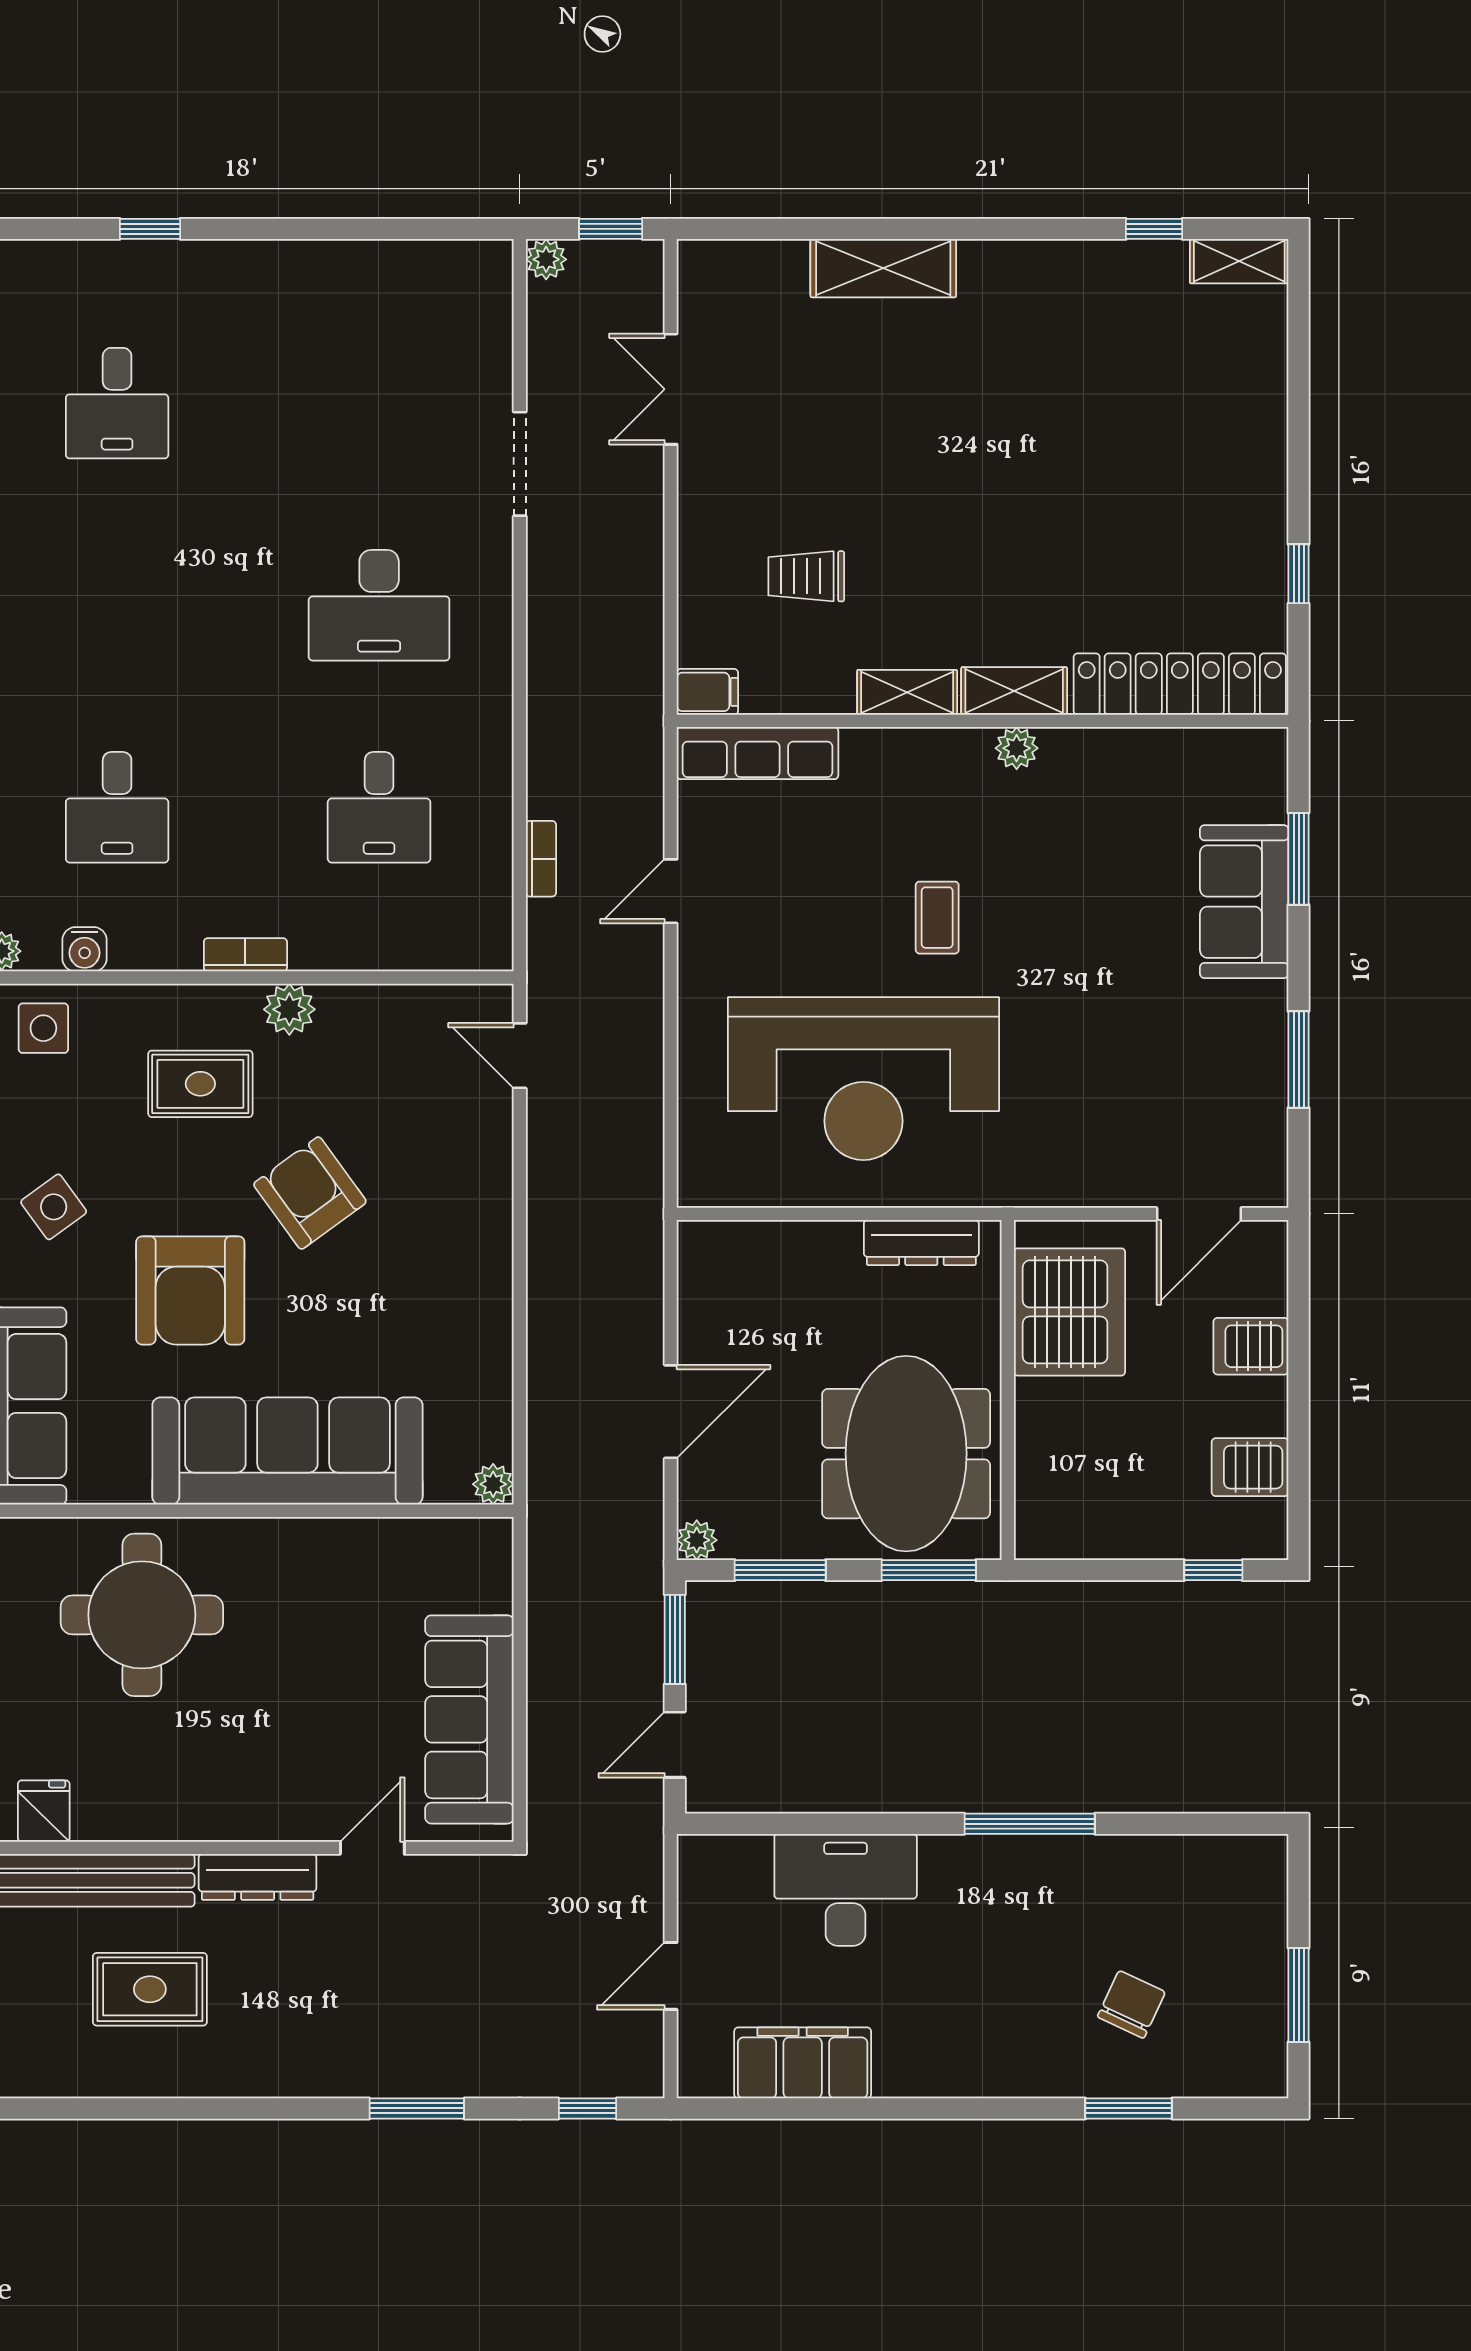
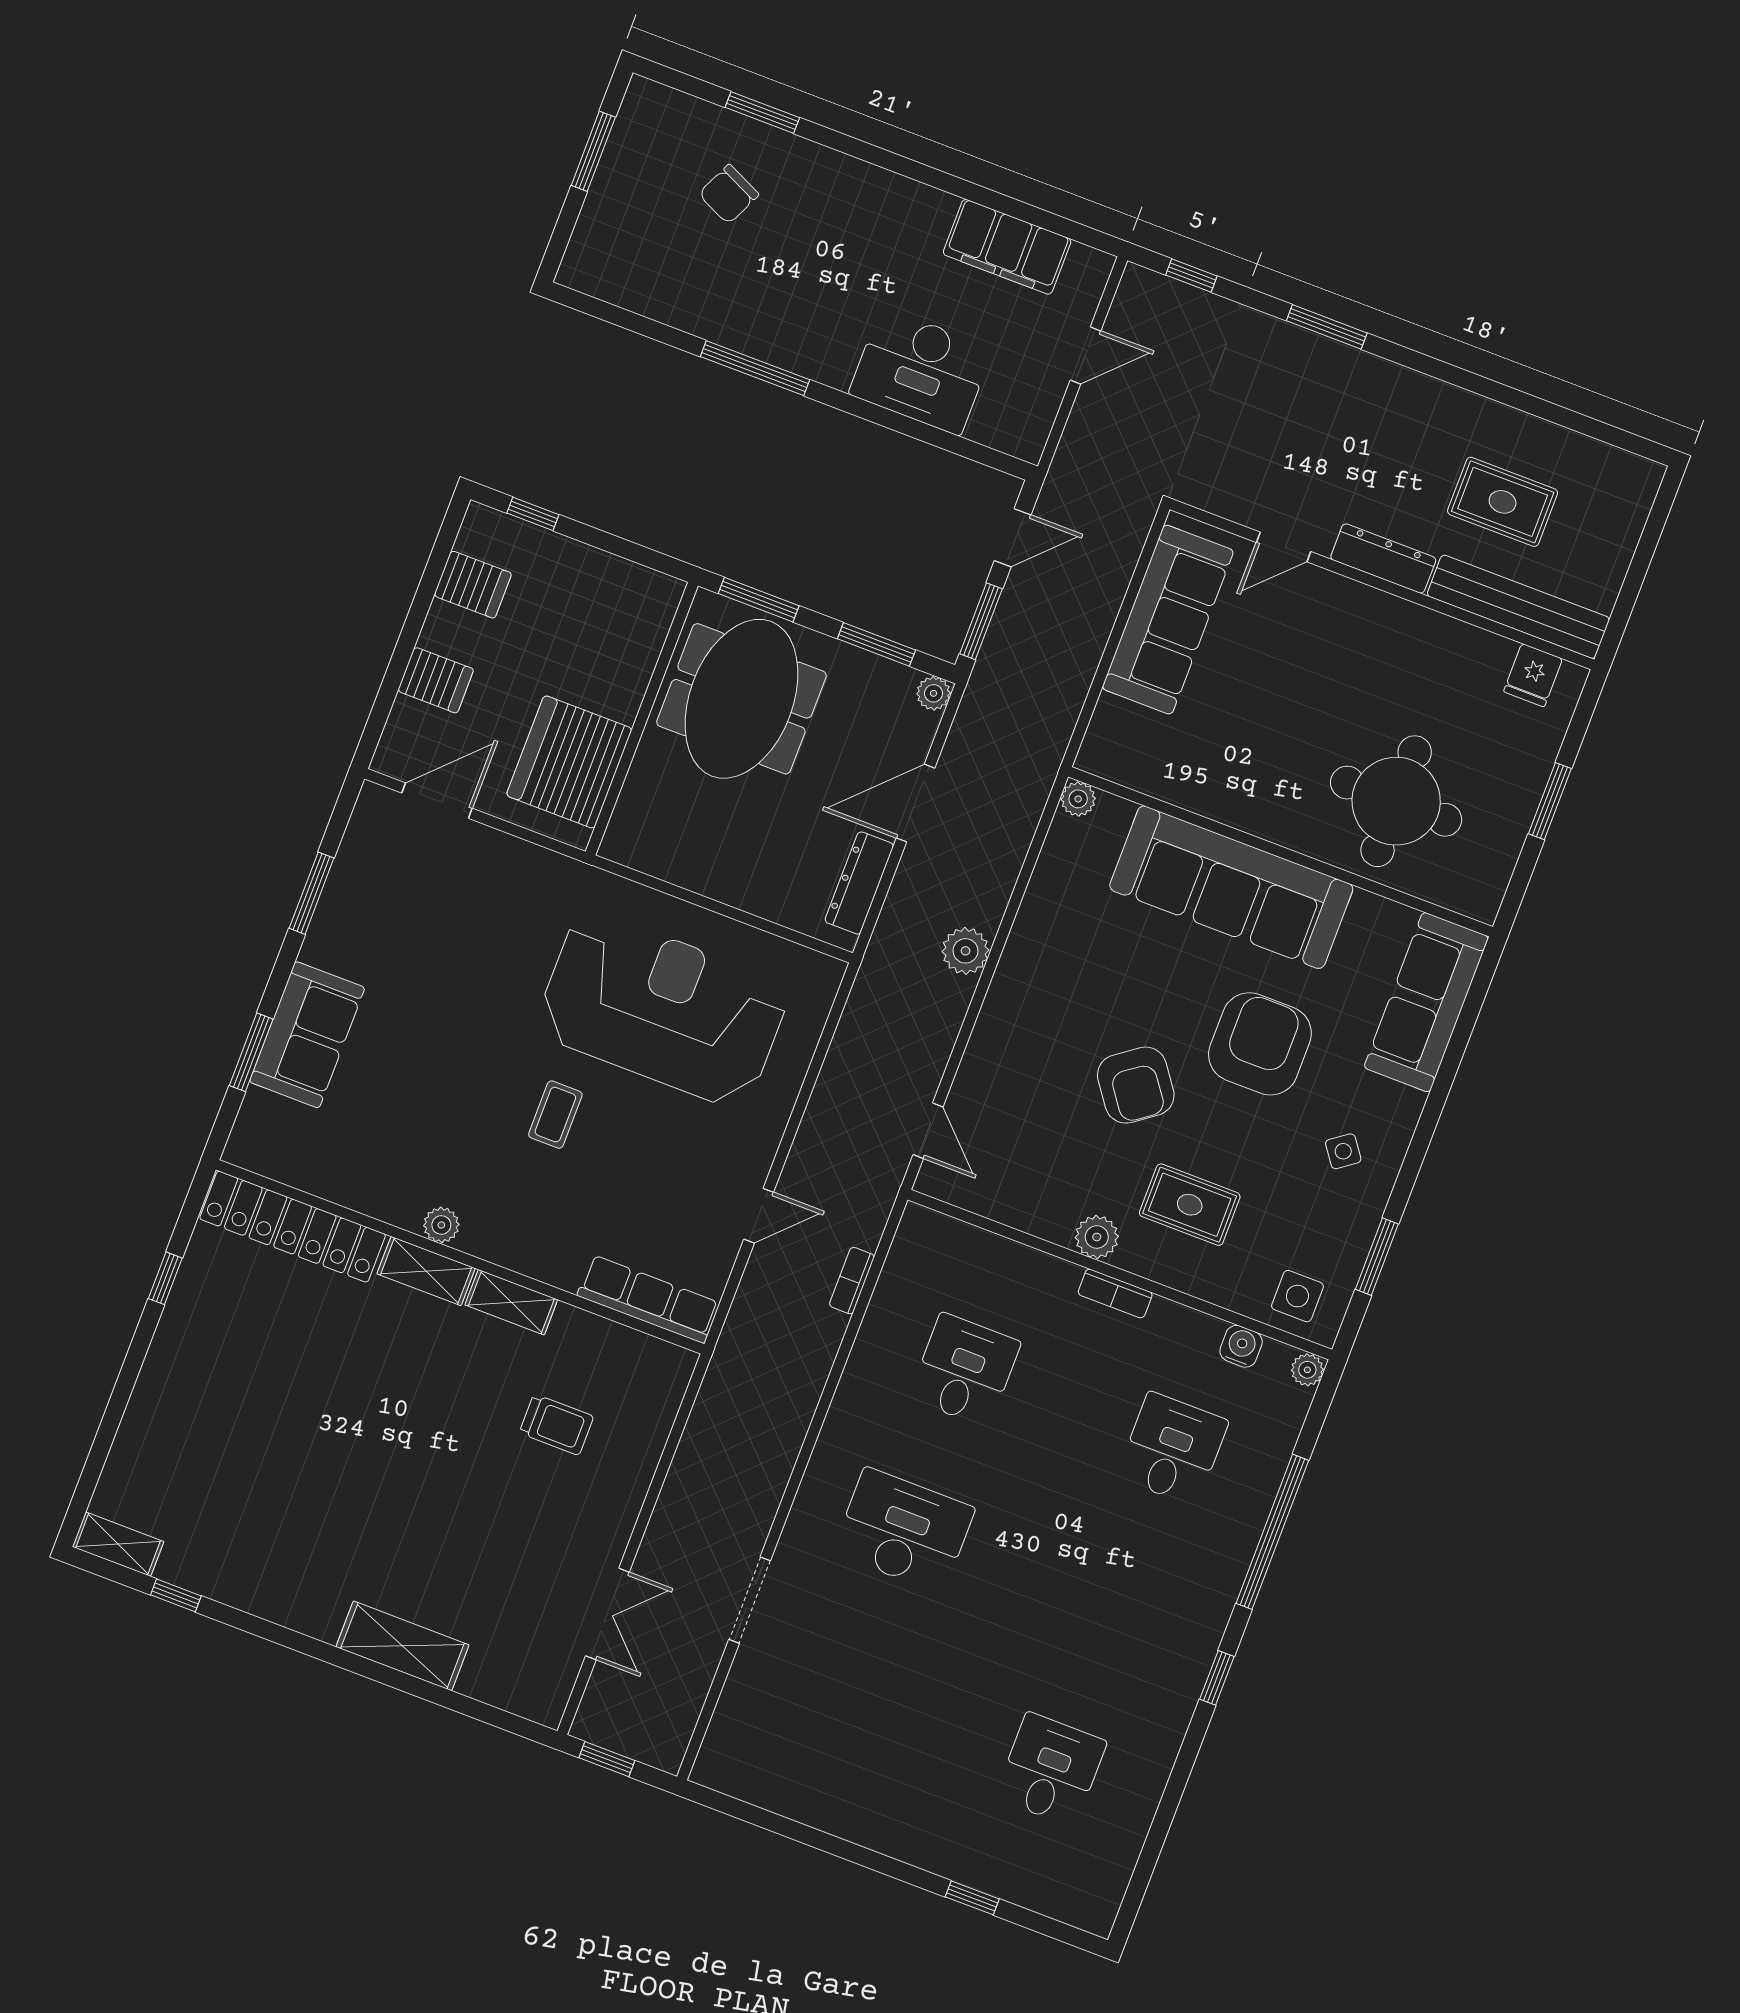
plant: (546, 259) -> (966, 951), moved, width x1.38, depth x1.38
filing cabinet: (707, 692) -> (670, 1363), removed
side table: (54, 1207) -> (1343, 1151), width x0.73, depth x0.73
dresser: (921, 1242) -> (859, 883), moved, turned -90

